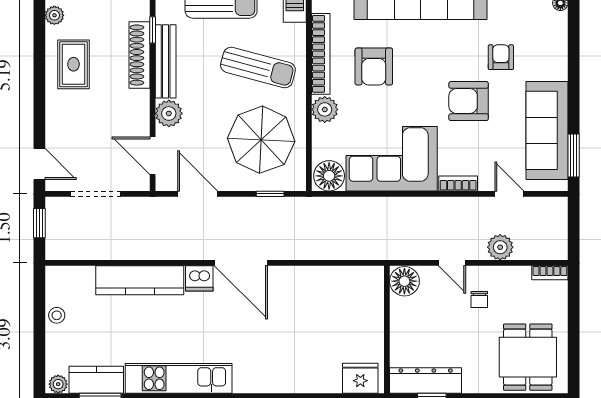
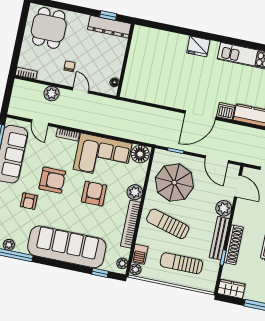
armchair: (374, 66) -> (94, 194), moved
door: (241, 263) -> (200, 115), swing flipped
floor lamp: (404, 281) -> (115, 82), width x0.53, depth x0.53
fridge: (360, 378) -> (198, 46), moved

